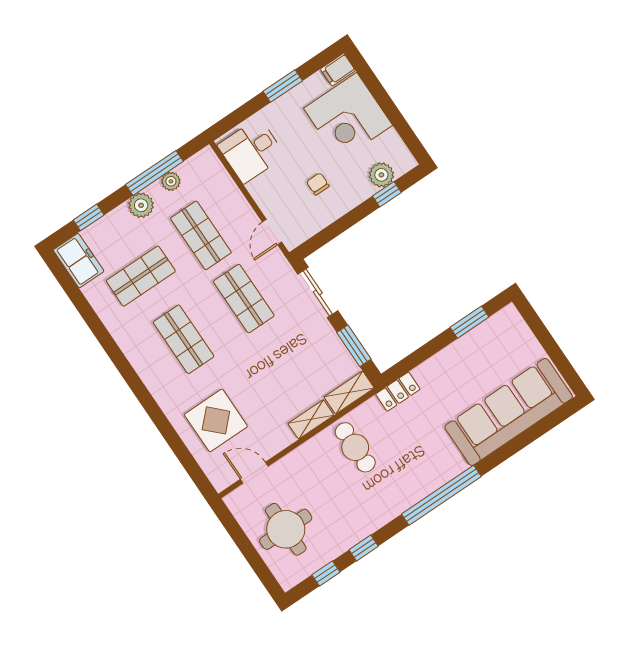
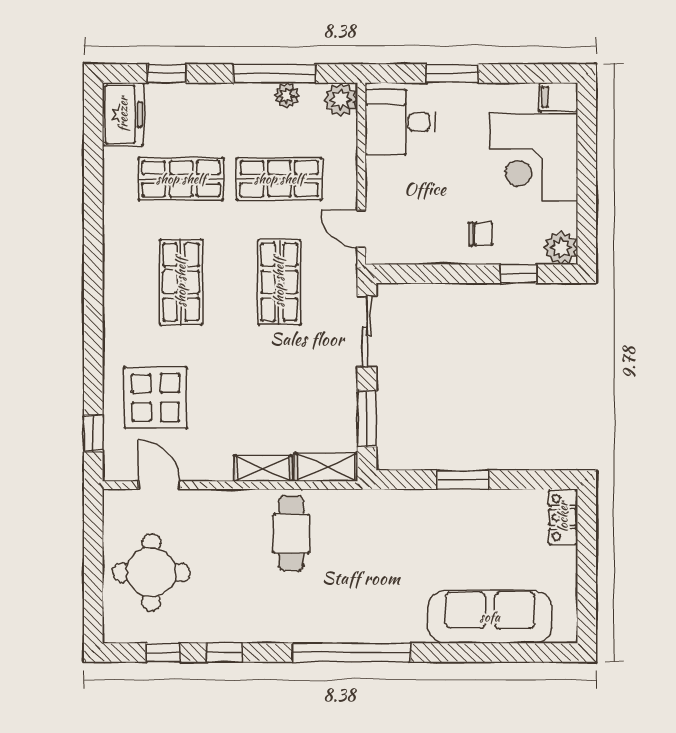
window: (283, 86) -> (452, 73), moved
plant: (381, 175) -> (561, 248), moved
chair: (318, 184) -> (481, 234), moved, turned 90
plant: (141, 205) -> (341, 100), moved
door: (272, 232) -> (361, 229), hinge flipped
shop shelf: (201, 235) -> (279, 179), turned 90
window: (469, 322) -> (463, 480), moved
locker: (398, 392) -> (563, 517), moved, turned 90
sofa: (509, 412) -> (490, 617), width x0.74, depth x0.79
window: (193, 468) -> (93, 433), added

